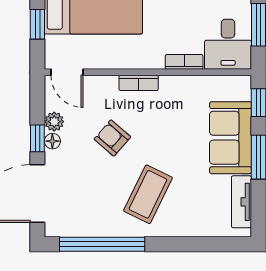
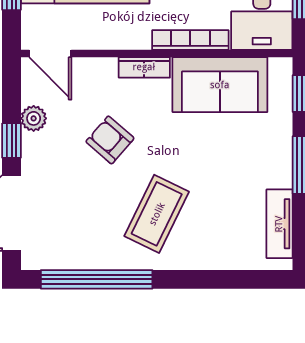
bookcase: (184, 62) -> (190, 40), width x1.56
sofa: (231, 138) -> (220, 85), moved, turned -90
floor lamp: (52, 141) -> (31, 144), removed

